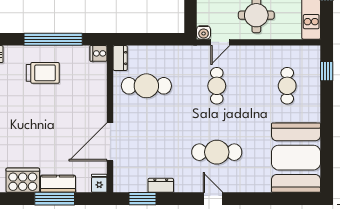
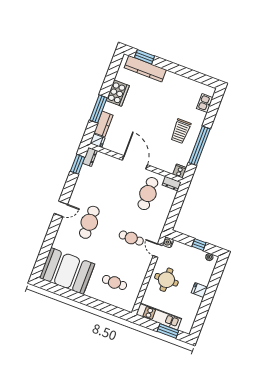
window: (327, 71) -> (114, 311), removed
door: (110, 142) -> (135, 162), moved
kitchen counter: (58, 184) -> (103, 124), moved
dresser: (161, 185) -> (90, 157), moved

